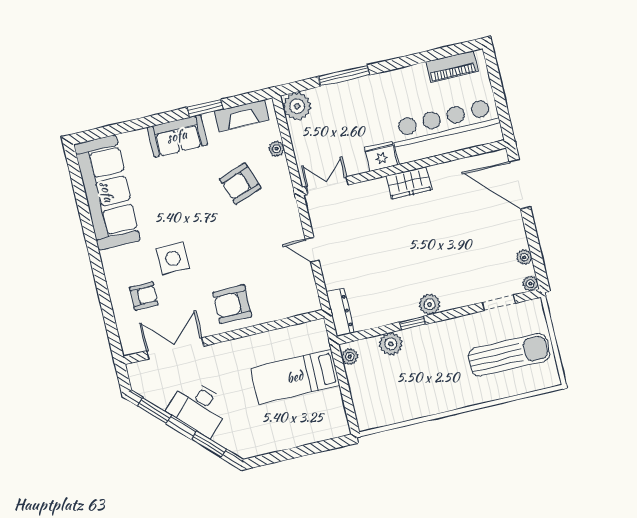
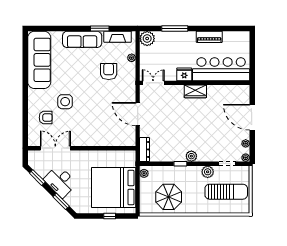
piano: (452, 67) -> (209, 37), moved
sofa: (177, 136) -> (82, 39), width x1.36
armchair: (240, 184) -> (109, 71), turned 110
door: (520, 184) -> (252, 117), moved
door: (312, 250) -> (138, 114), width x1.88
armchair: (232, 304) -> (90, 132), removed
plant: (391, 344) -> (208, 172), moved
bed: (295, 377) -> (114, 187), width x2.04
parasol: (405, 389) -> (169, 197), added
window: (304, 450) -> (110, 216), added

